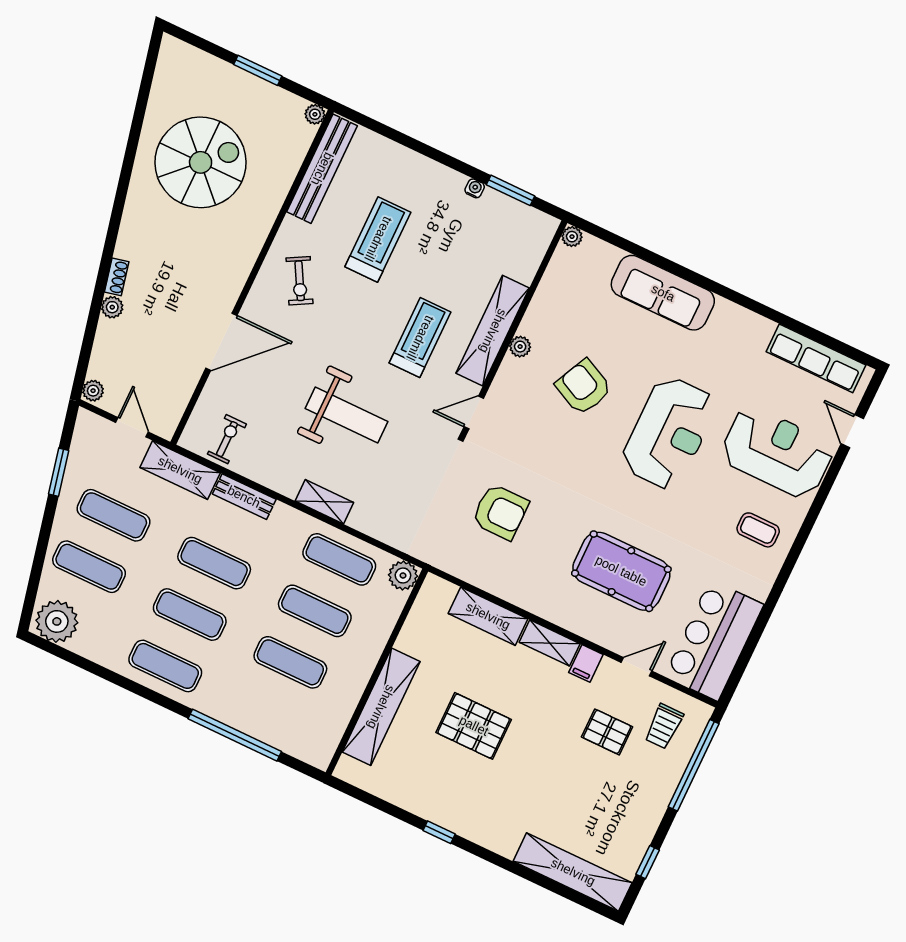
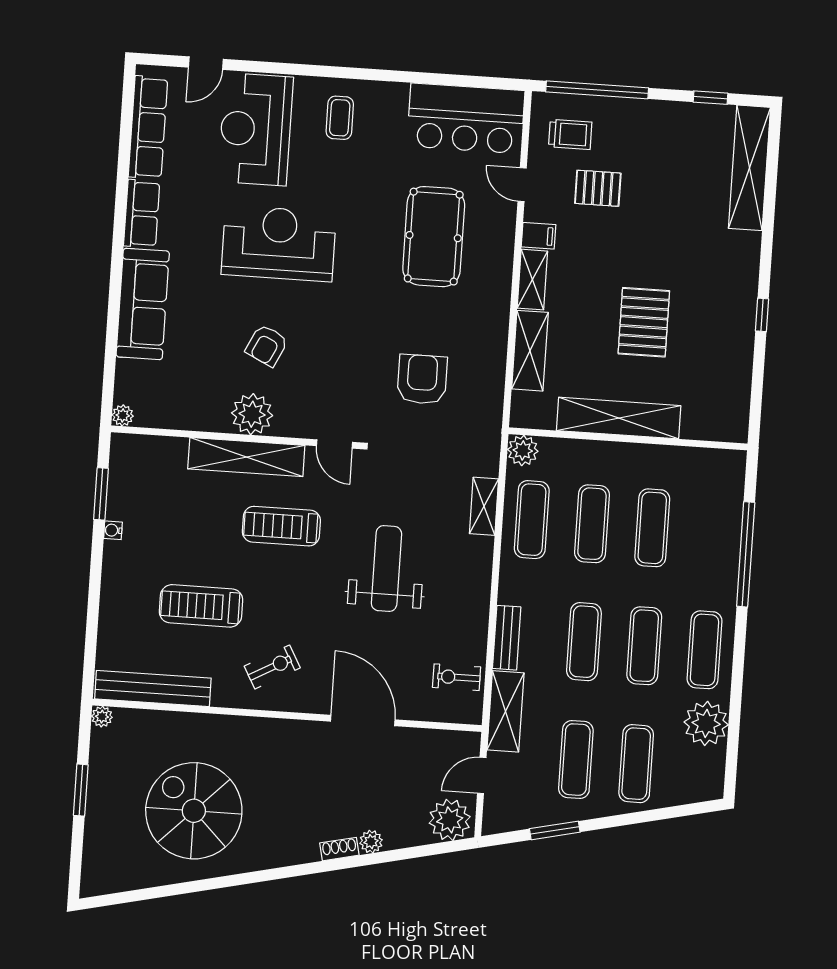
row of seats: (743, 323) -> (142, 214), added
plant: (520, 347) -> (252, 414), width x1.87, depth x1.87
armchair: (584, 387) -> (267, 345), width x0.72, depth x0.72
plant: (93, 391) -> (450, 820), width x1.88, depth x1.88
shelving: (324, 502) -> (484, 506), moved
plant: (57, 621) -> (706, 723), moved
shelving: (381, 707) -> (619, 418), moved
pallet: (607, 732) -> (598, 188), turned 90

